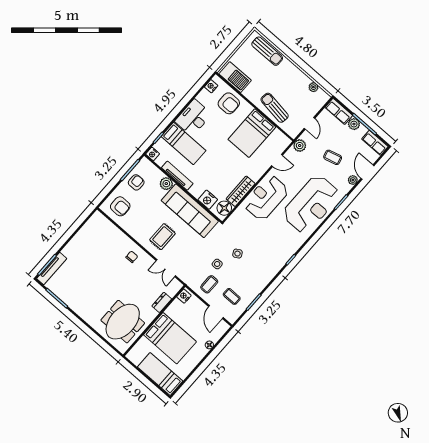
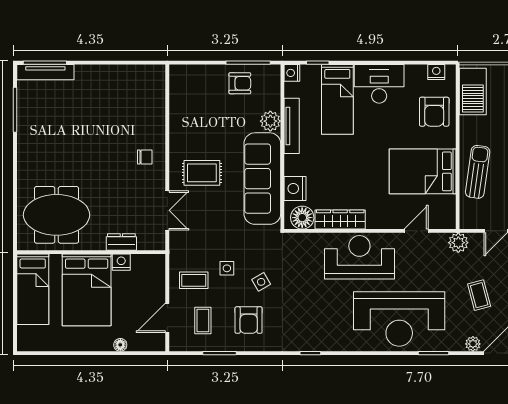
door: (277, 160) -> (416, 231), swing flipped
armchair: (120, 206) -> (249, 320), moved
double door: (166, 268) -> (167, 210), swing flipped
nightstand: (184, 296) -> (121, 262), moved
bed: (160, 374) -> (33, 289), moved, turned 180

